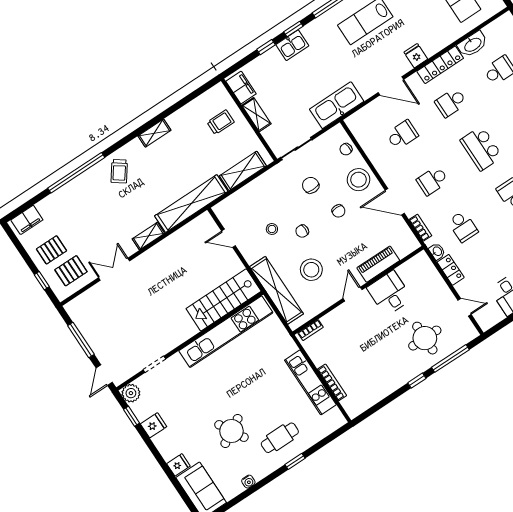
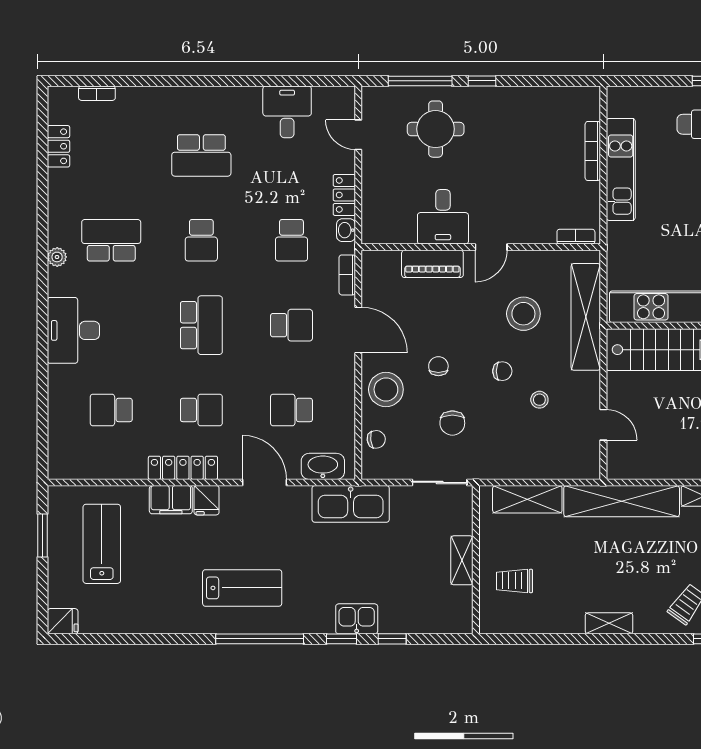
washbasin: (473, 44) -> (323, 466), moved
filing cabinet: (241, 88) -> (171, 500), moved, turned -90
school desk: (463, 226) -> (291, 240), turned 180

